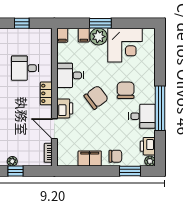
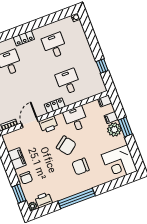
corner desk: (125, 45) -> (119, 163), moved
chair: (126, 90) -> (80, 166), turned 180
desk: (142, 116) -> (65, 187), removed

